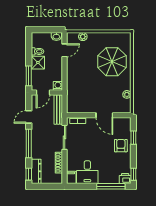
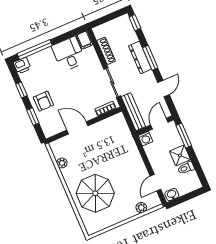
window: (29, 144) -> (150, 58), width x0.69
dresser: (36, 171) -> (140, 57), moved
window: (133, 174) -> (21, 90), moved

